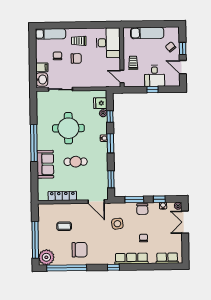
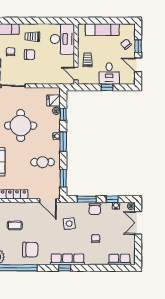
cafe table: (76, 162) -> (43, 162), moved
row of seats: (131, 259) -> (67, 259), moved

